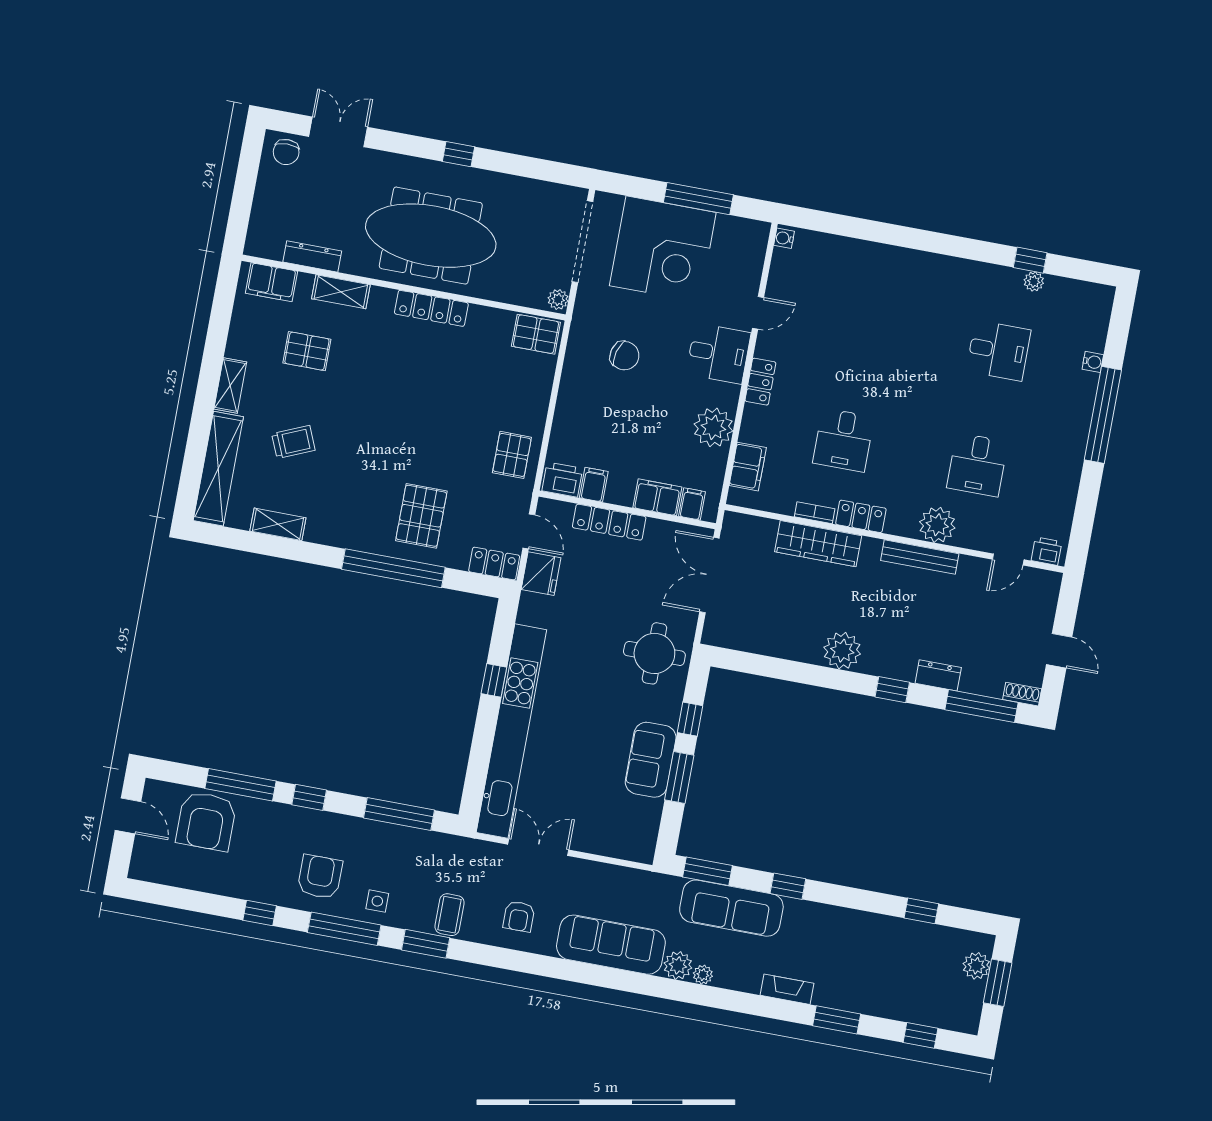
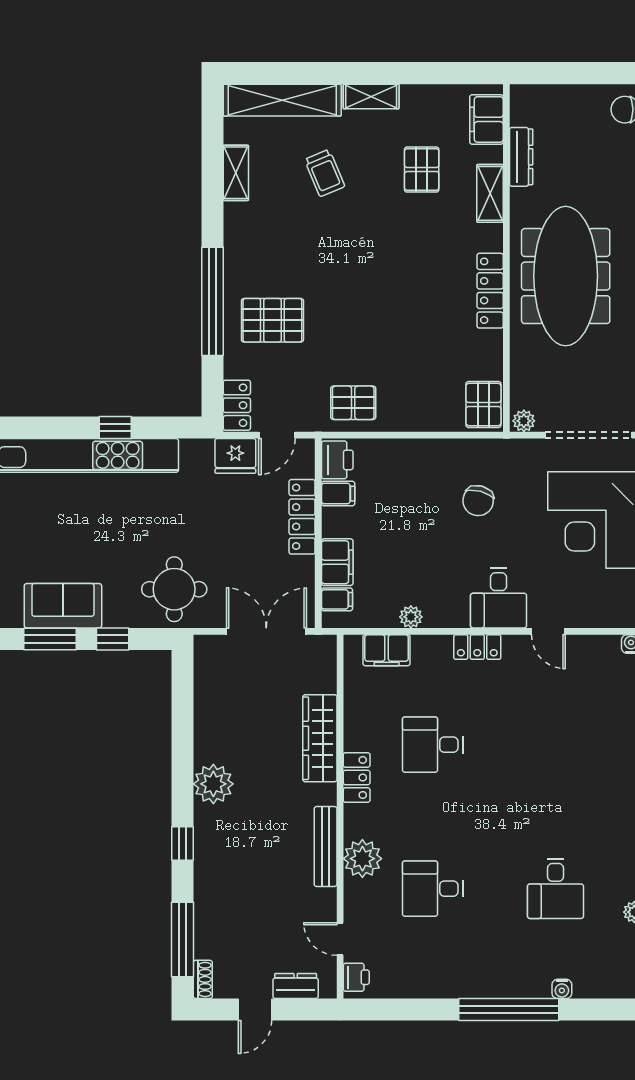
plant: (713, 427) -> (411, 617), width x0.53, depth x0.53
bookcase: (815, 513) -> (351, 729), removed
dresser: (938, 675) -> (296, 986), moved, turned -90

